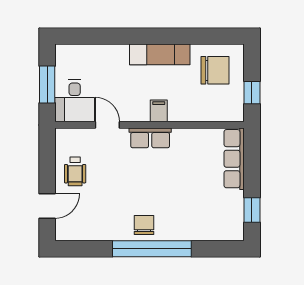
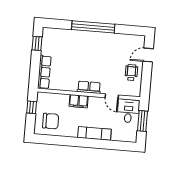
exam couch: (160, 54) -> (94, 133), moved
chair: (215, 70) -> (51, 121), turned 180
filing cabinet: (159, 111) -> (79, 101), width x2.00
chair: (144, 225) -> (96, 40), removed

